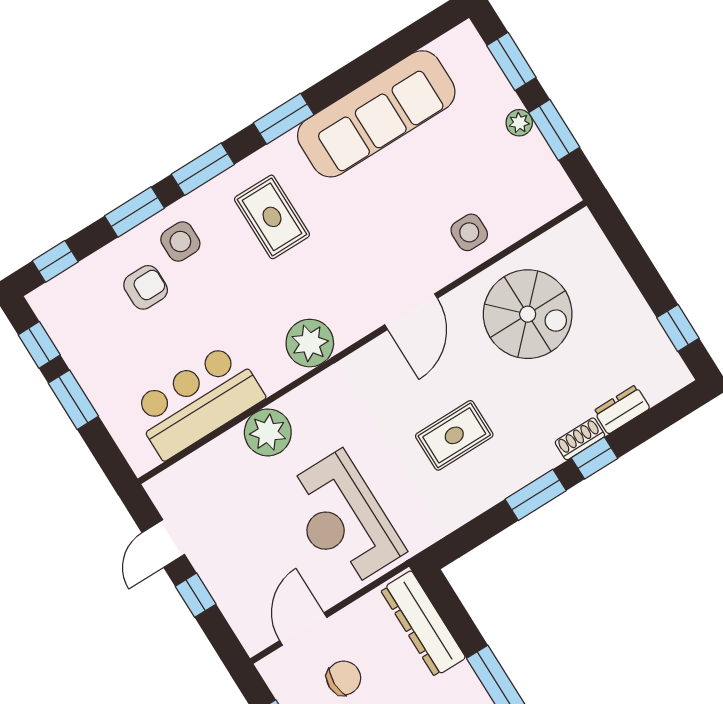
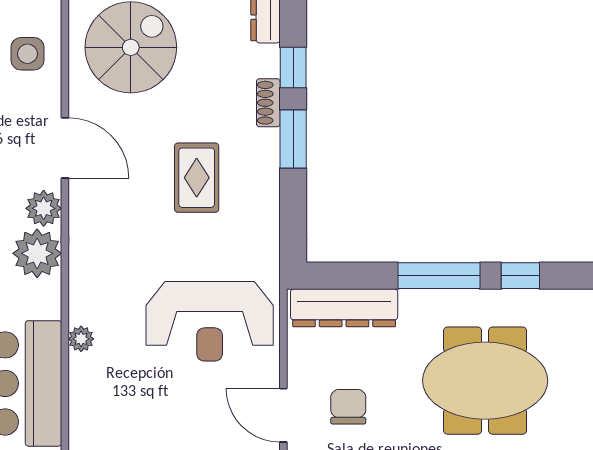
plant: (350, 325) -> (44, 208), added
plant: (268, 432) -> (81, 339), width x0.53, depth x0.53
shoe rack: (580, 439) -> (268, 103), moved

